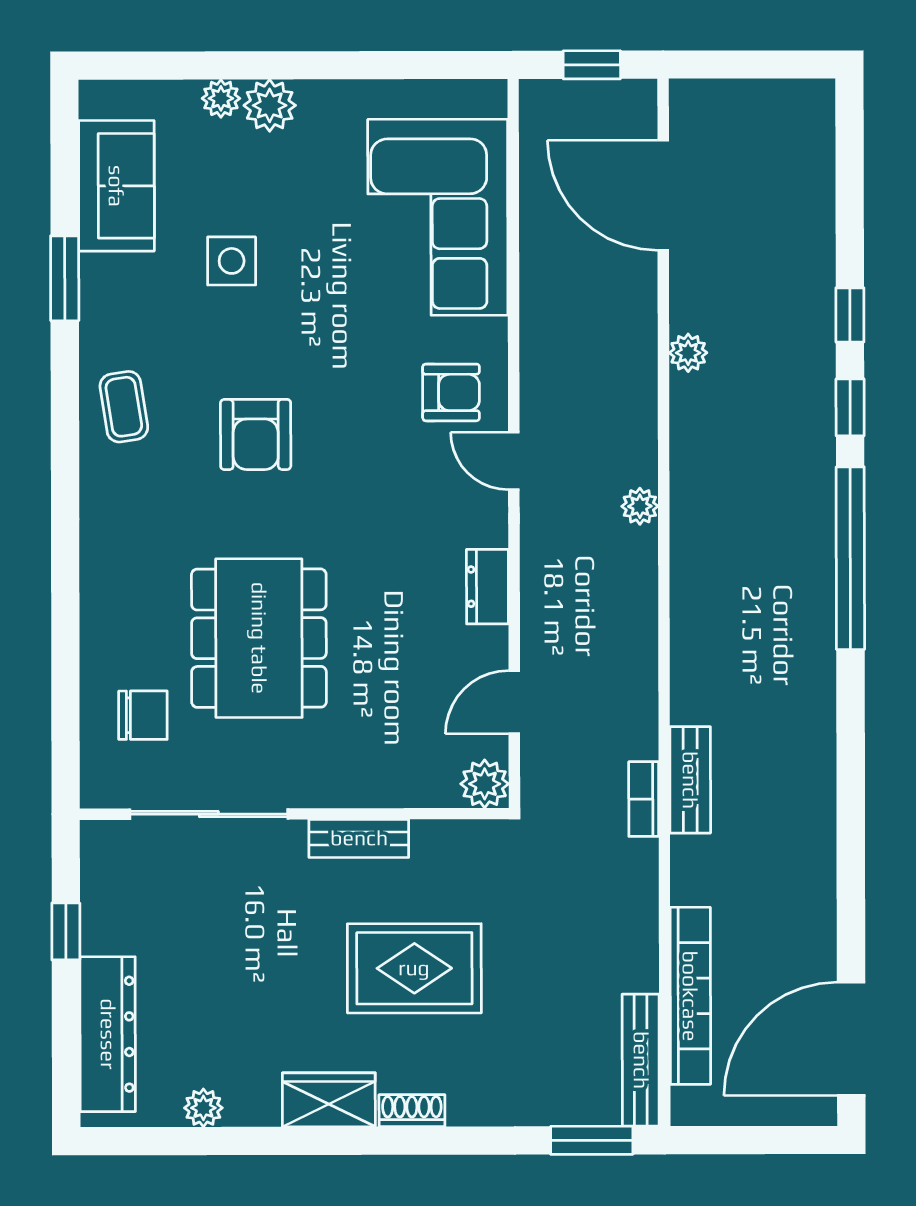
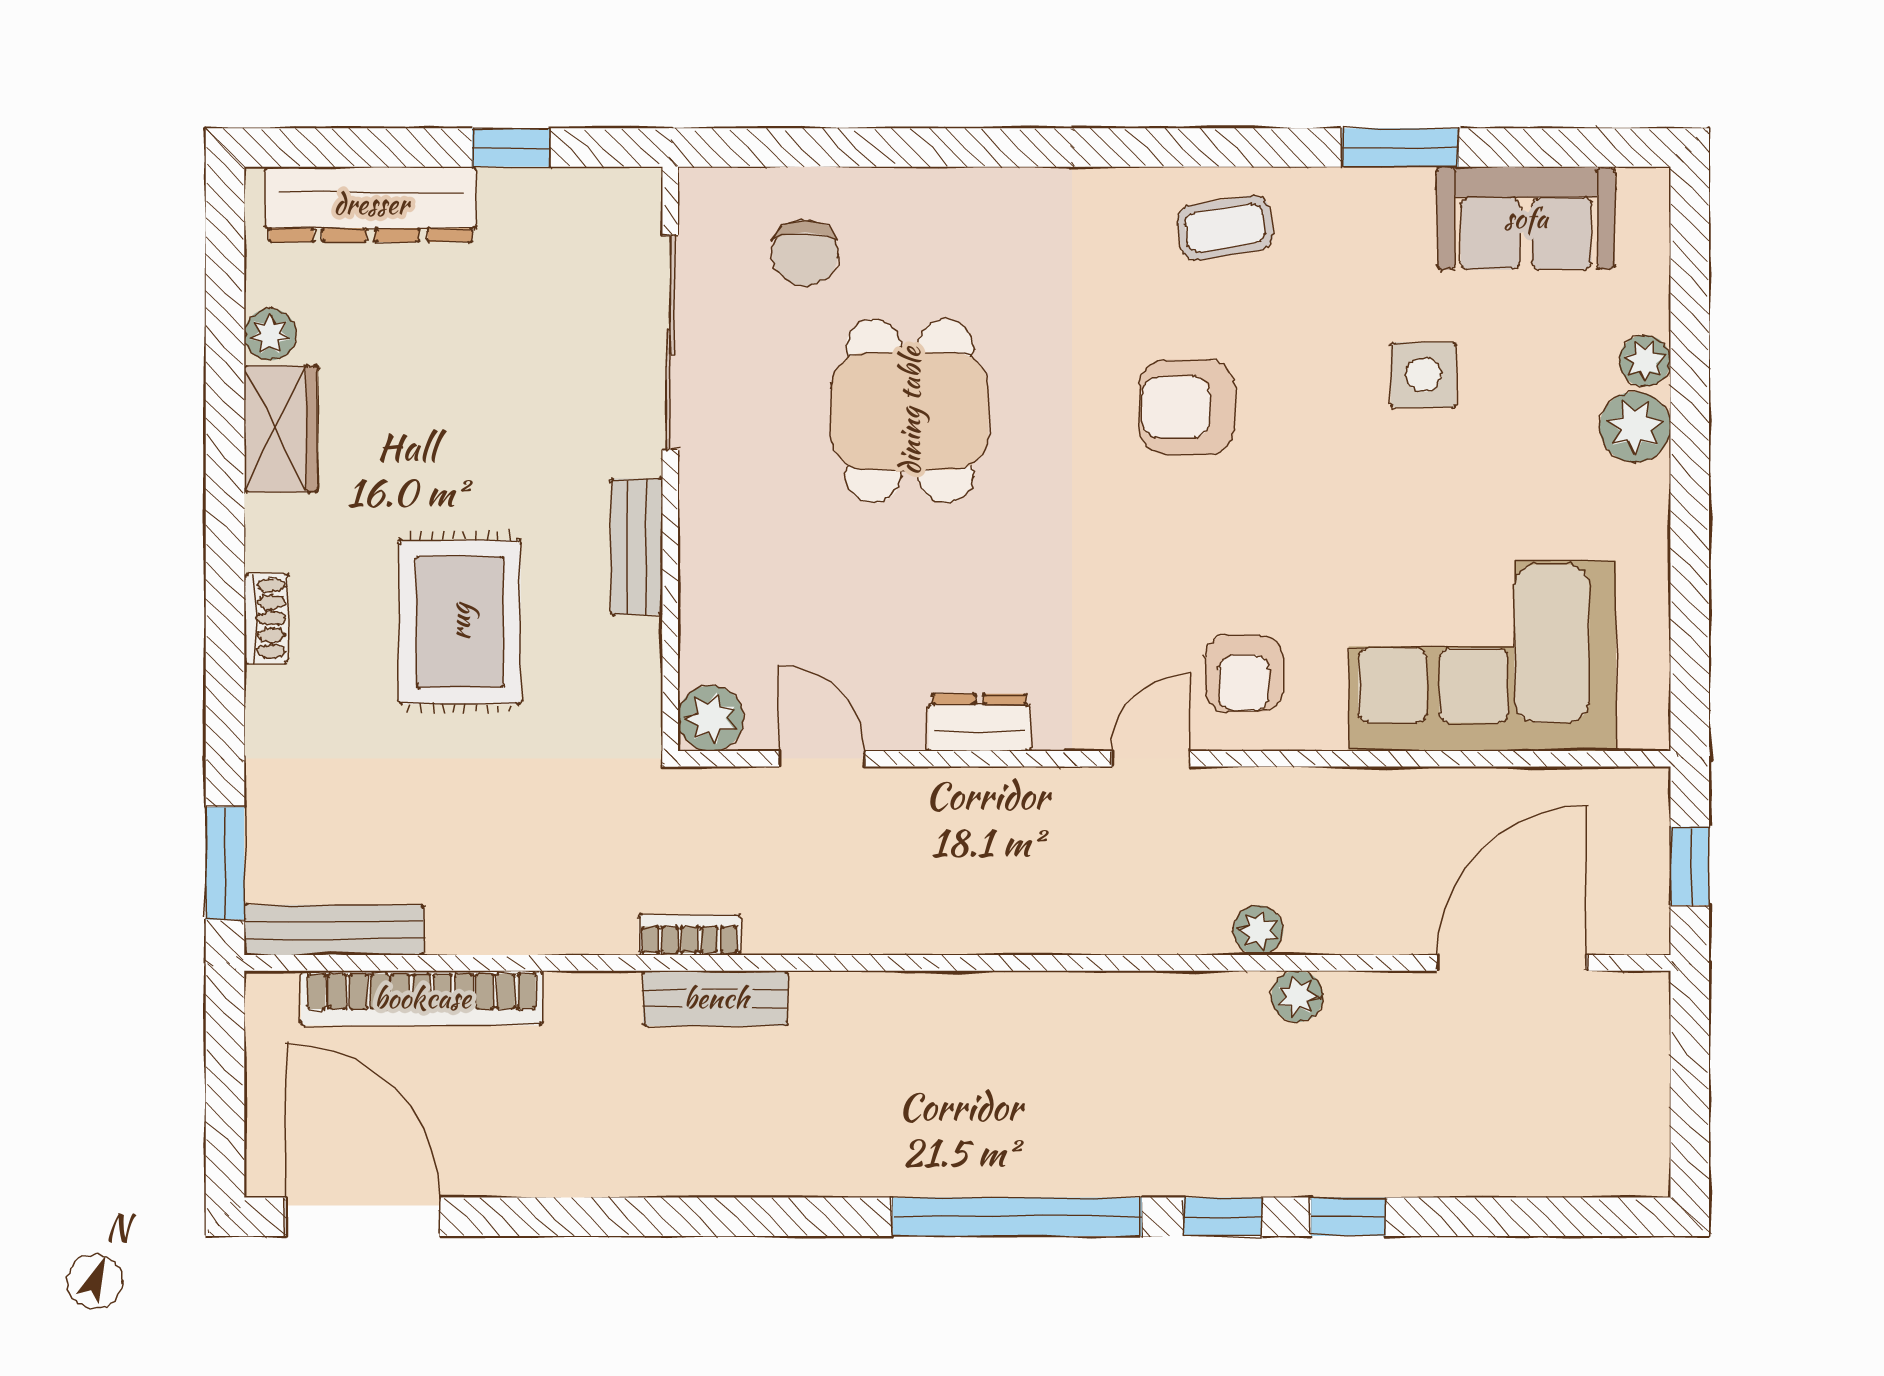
plant: (640, 506) -> (1258, 930), moved
dining table: (259, 638) -> (910, 411), width x0.73
wardrobe: (329, 1100) -> (281, 429), moved

